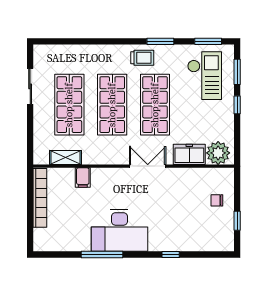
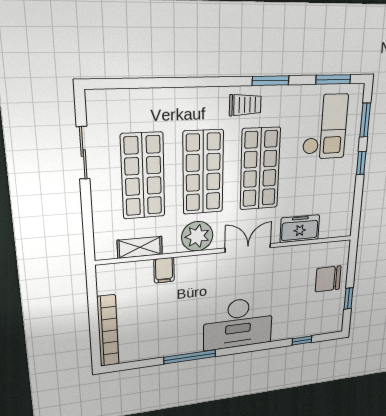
plant: (218, 153) -> (197, 236), moved
bookcase: (40, 198) -> (108, 331), moved
chair: (217, 200) -> (328, 279), width x1.87, depth x1.87
desk: (119, 230) -> (238, 323), moved
window: (171, 254) -> (302, 340), moved

